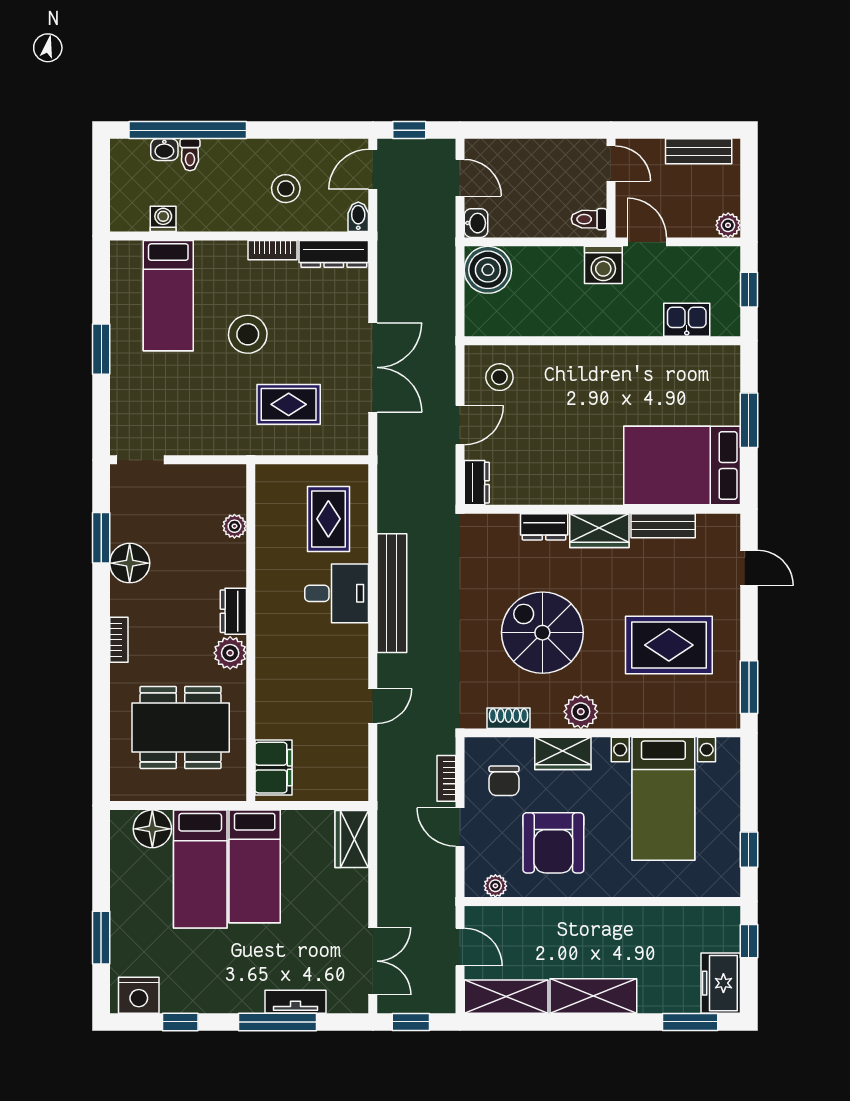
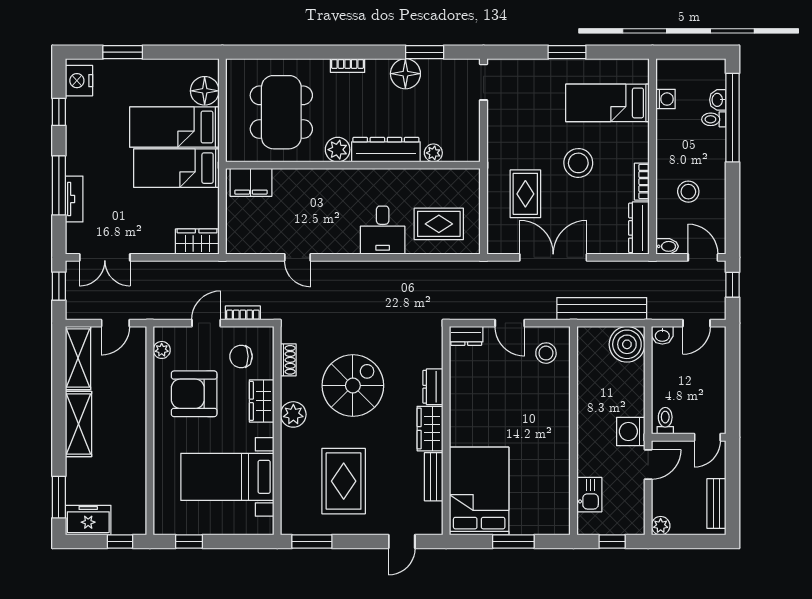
double door: (373, 367) -> (553, 257), swing flipped
bench: (392, 593) -> (602, 309), moved
dresser: (233, 611) -> (386, 150), width x1.96, depth x1.24

